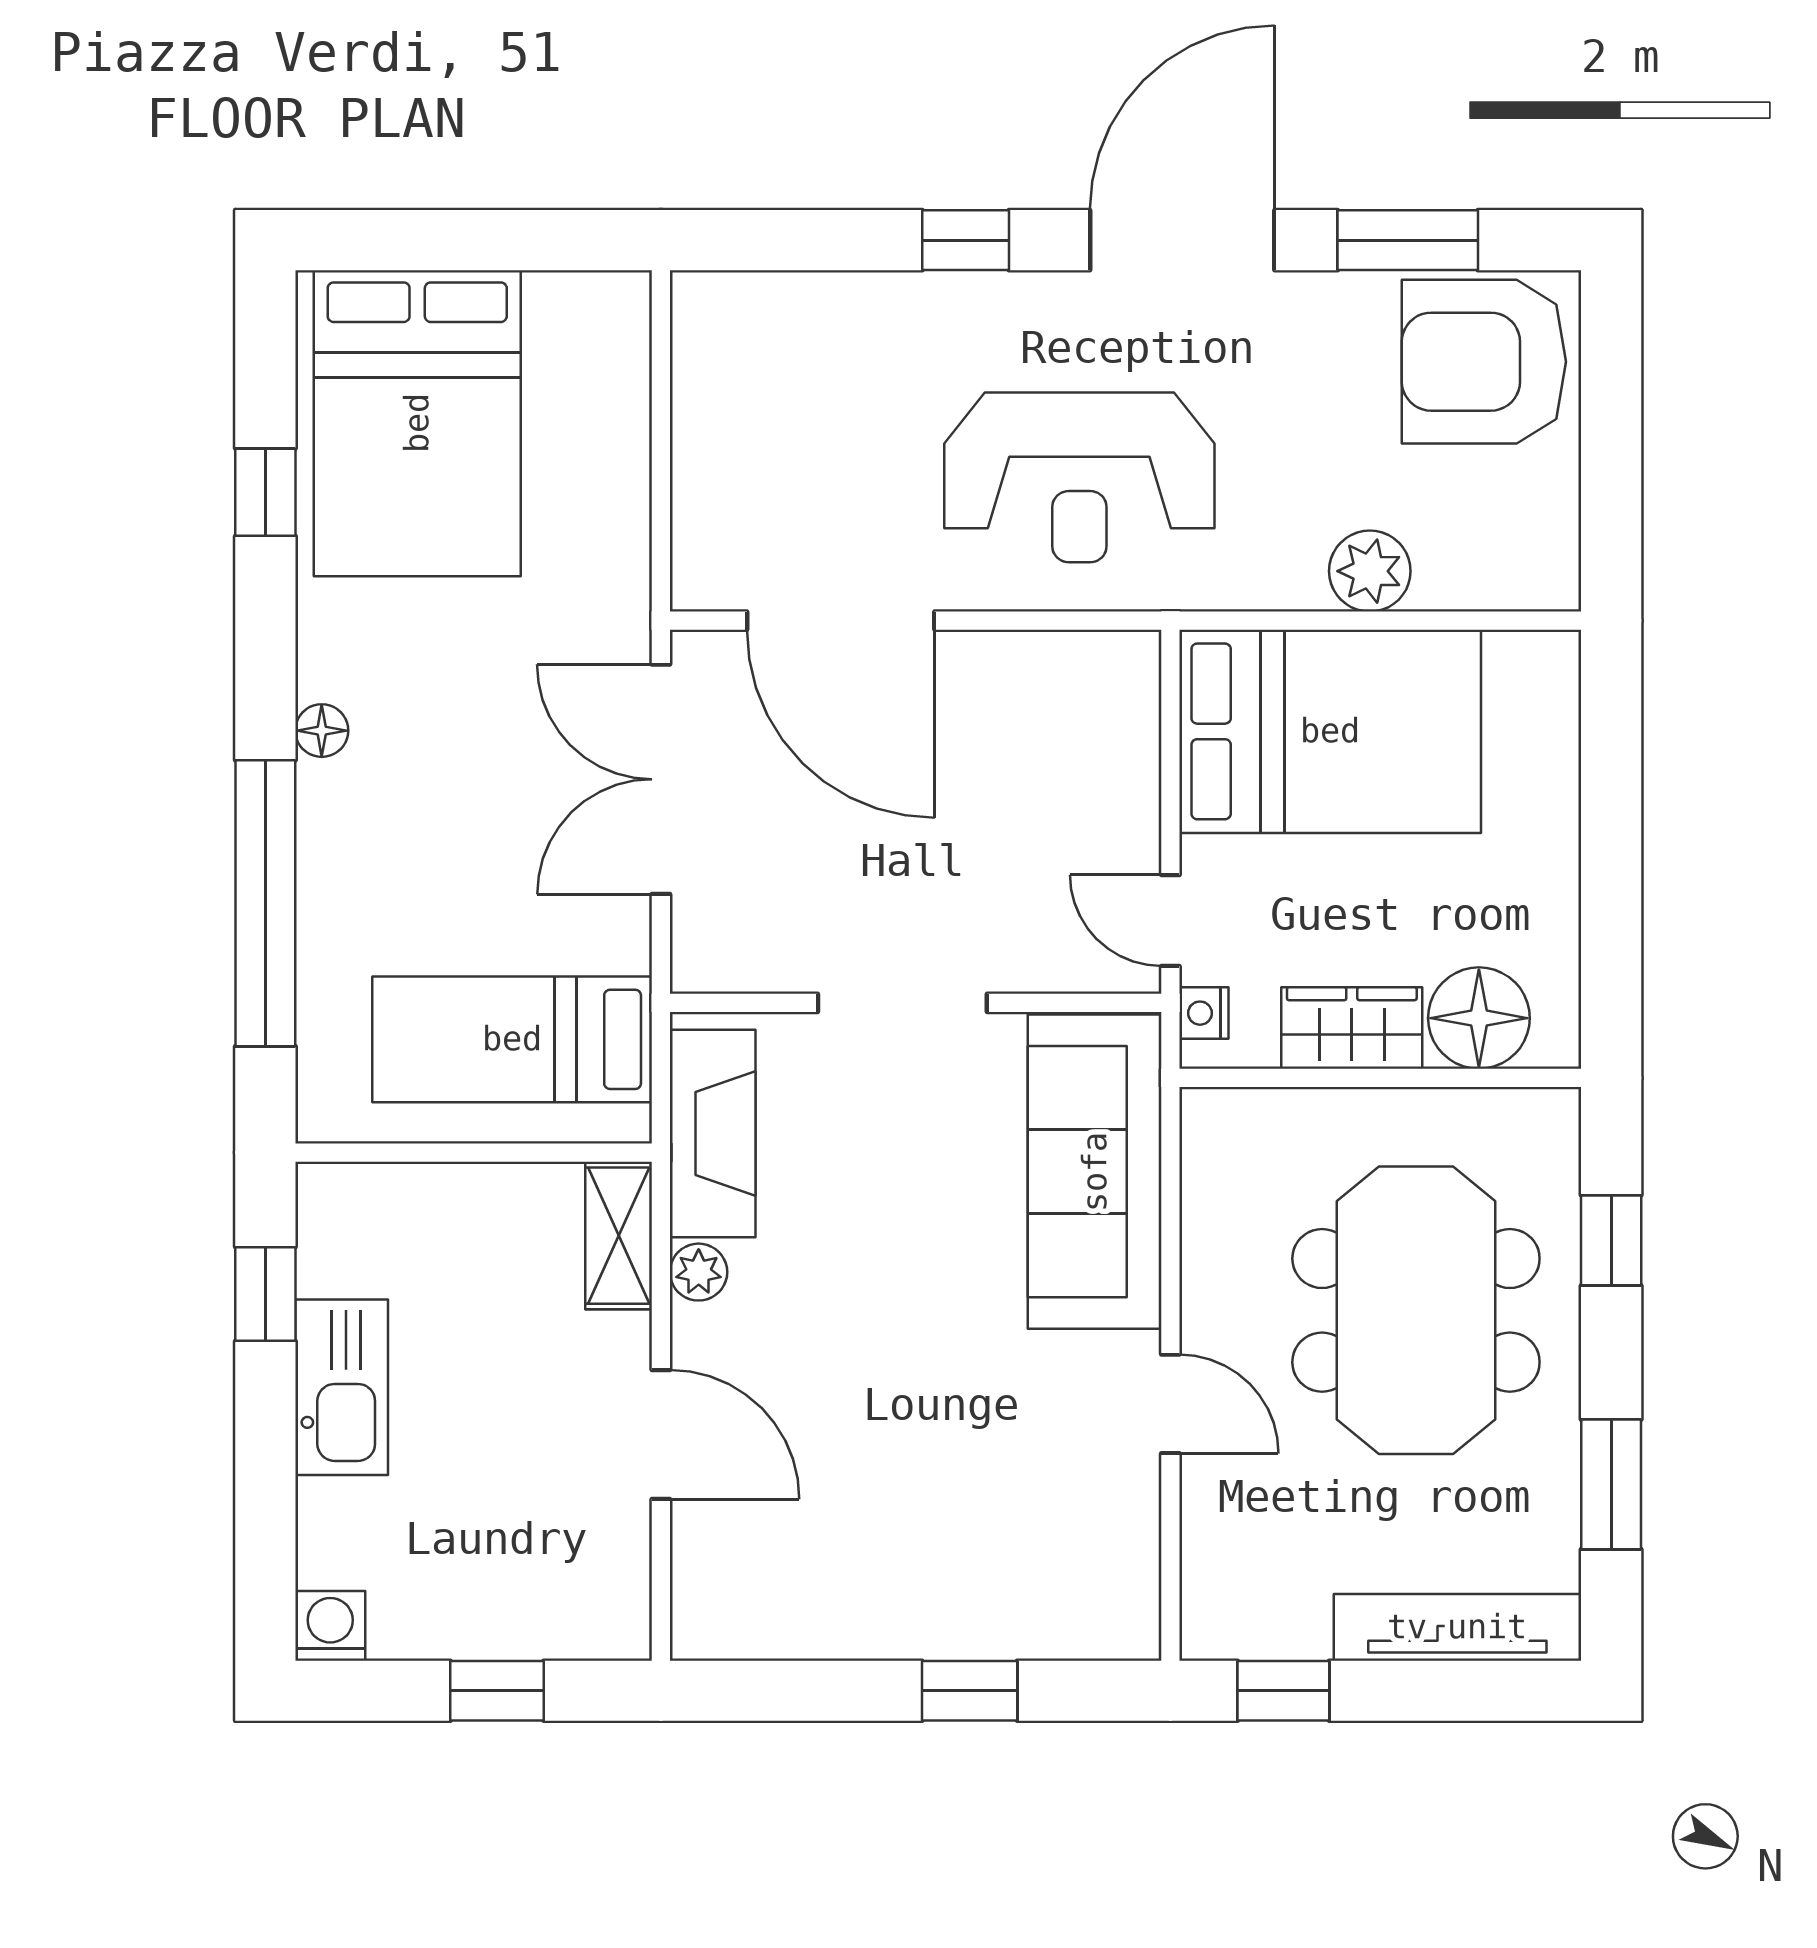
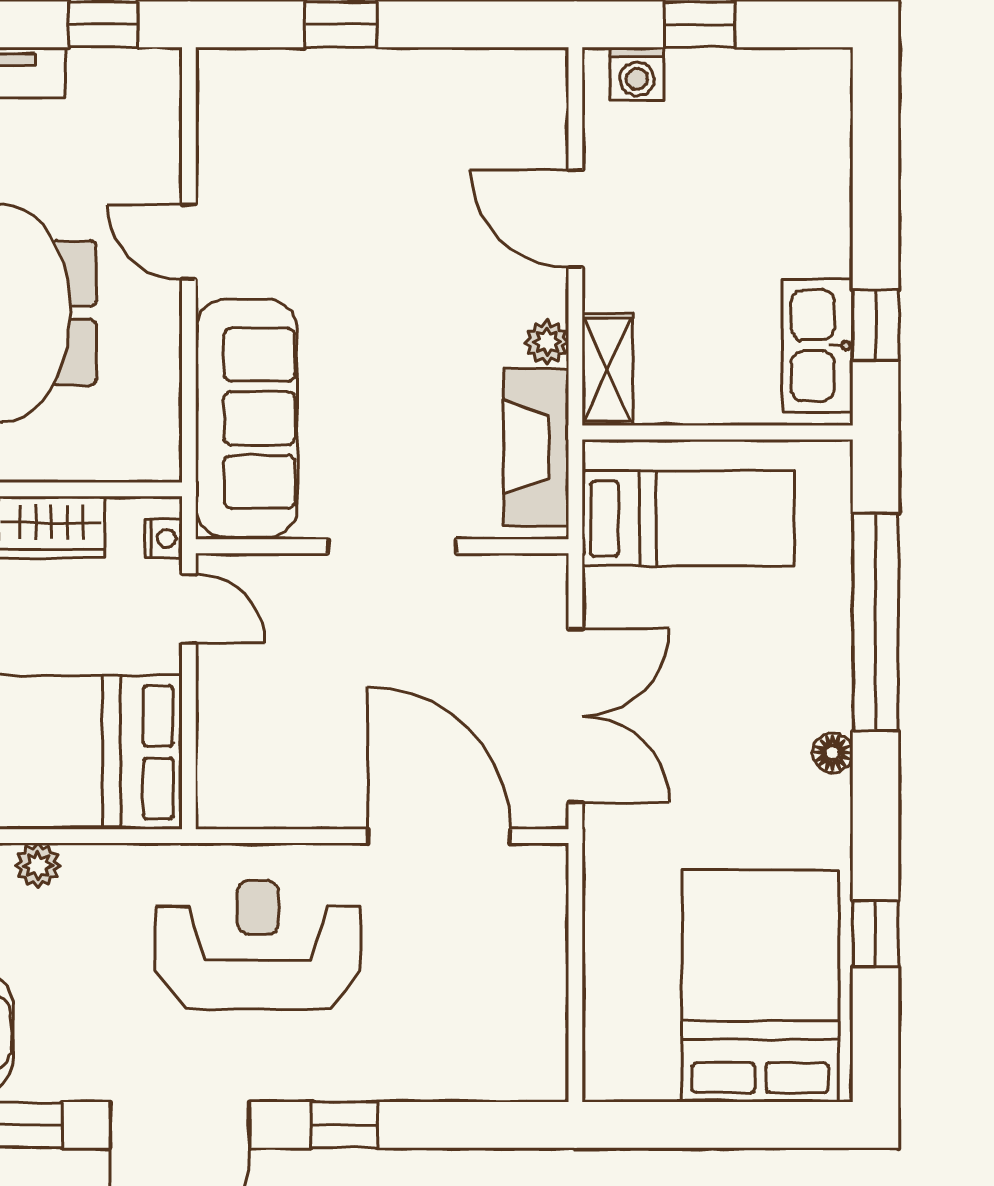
plant: (1370, 571) -> (38, 865), width x0.73, depth x0.73
kitchen sink: (342, 1387) -> (818, 345), moved
washing machine: (330, 1626) -> (637, 74), moved

